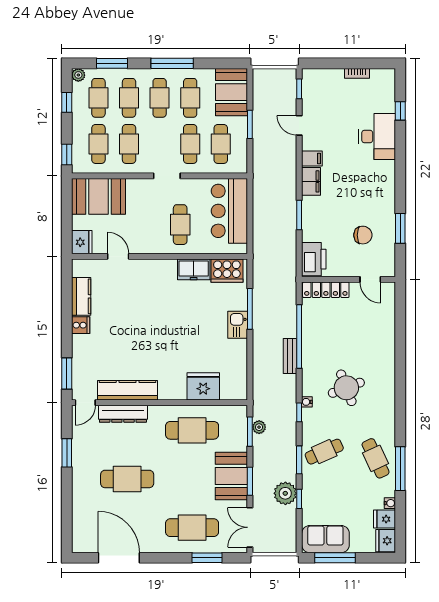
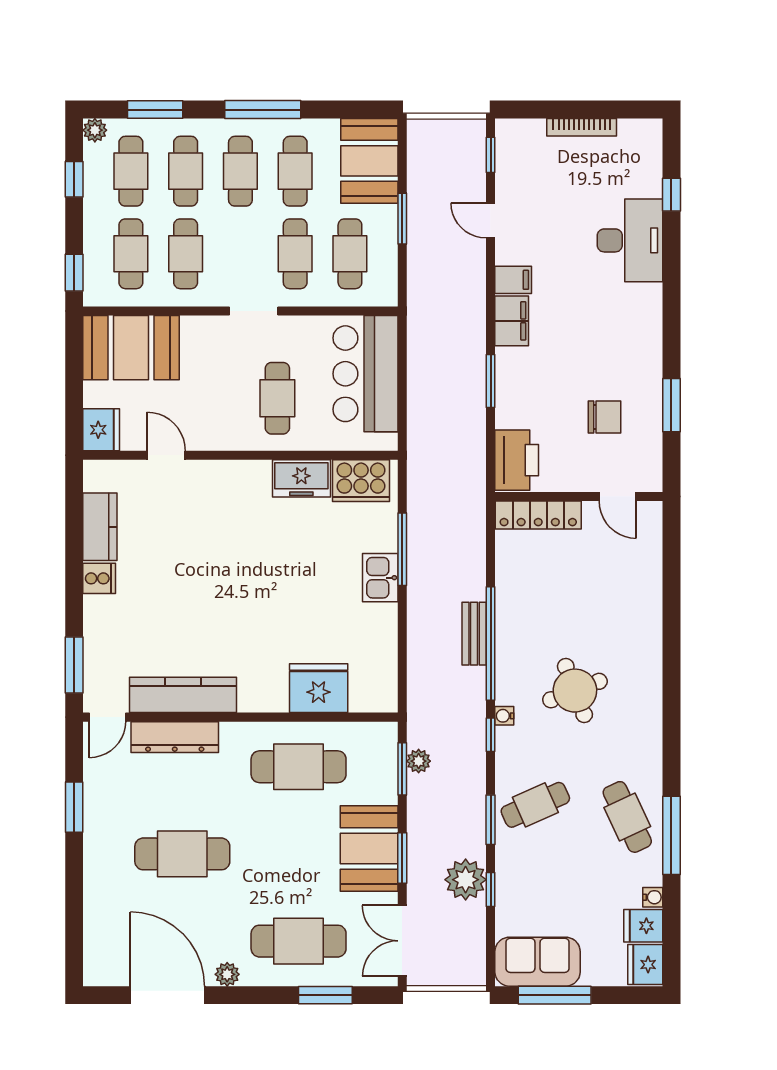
bookcase: (357, 73) -> (582, 127), width x1.56
window: (299, 337) -> (491, 643), moved
plant: (152, 546) -> (227, 974), added

